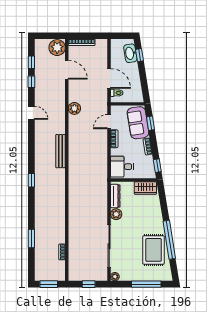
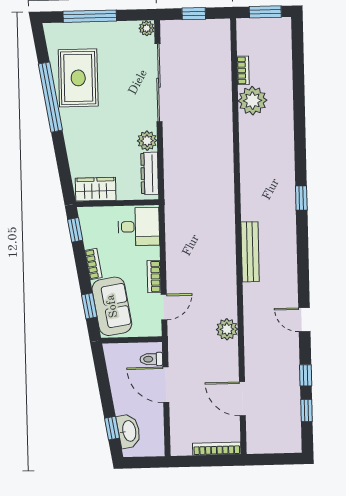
plant: (57, 48) -> (253, 101), moved
window: (31, 239) -> (299, 93), removed

